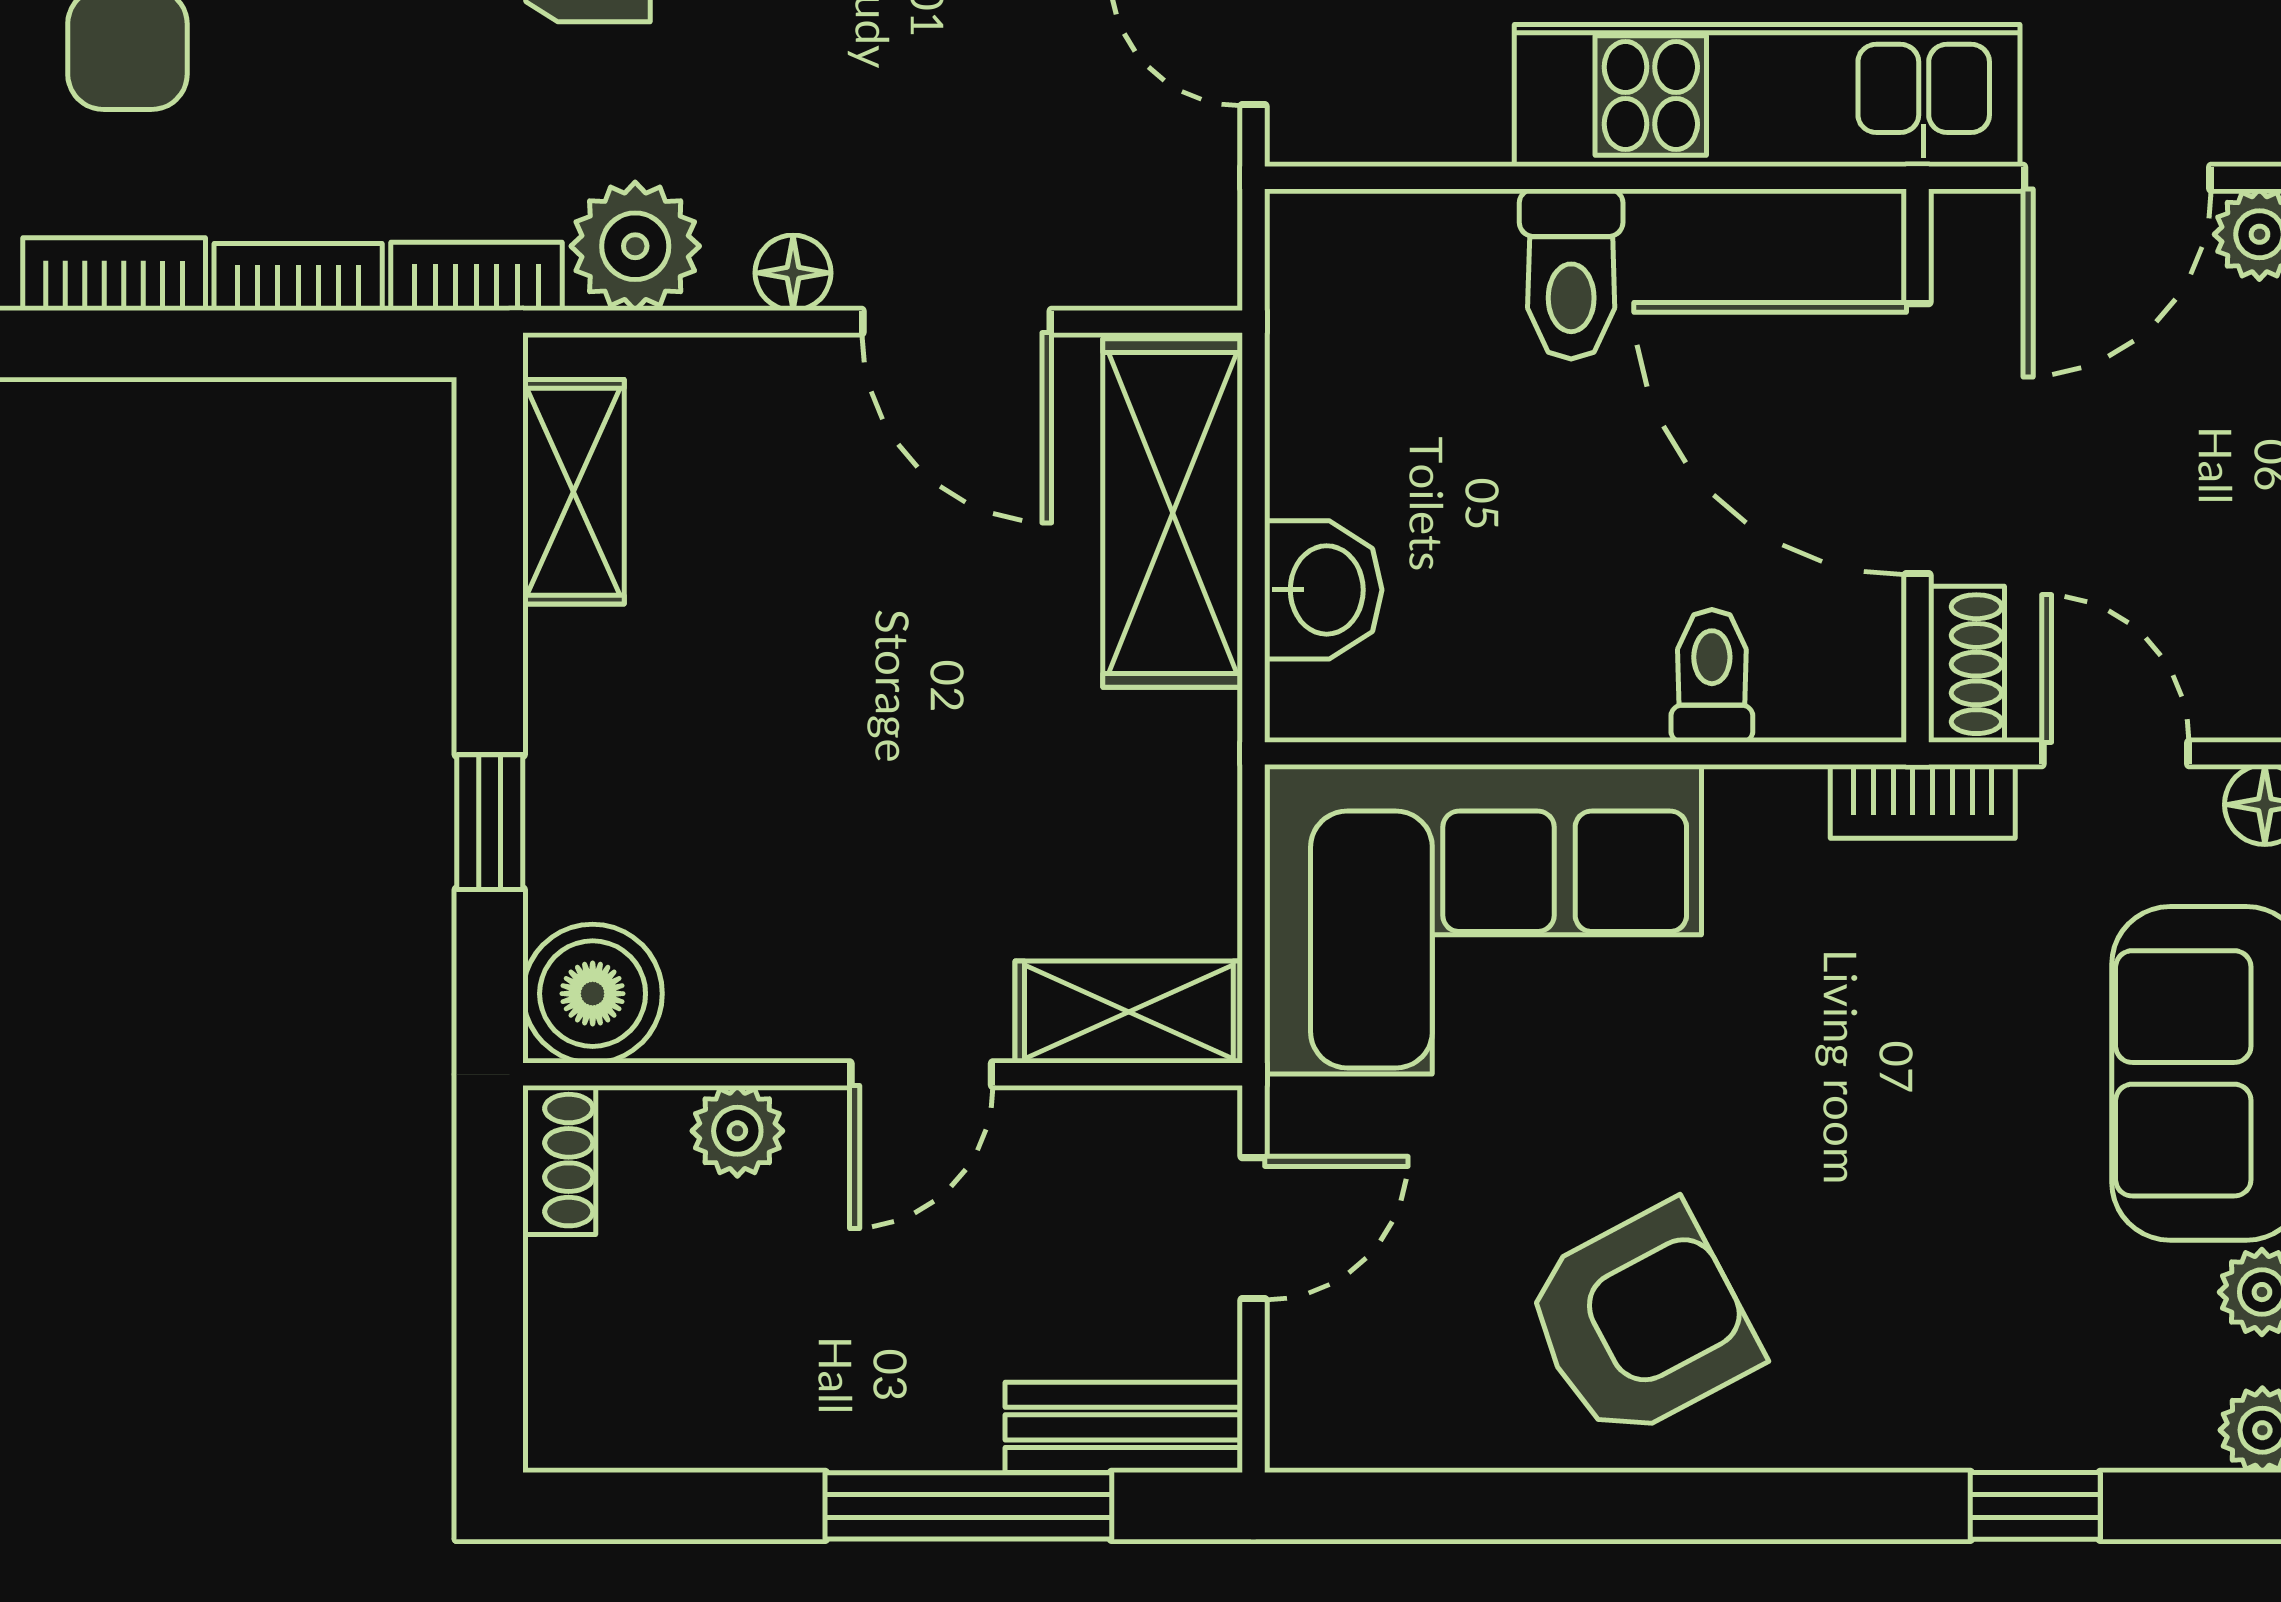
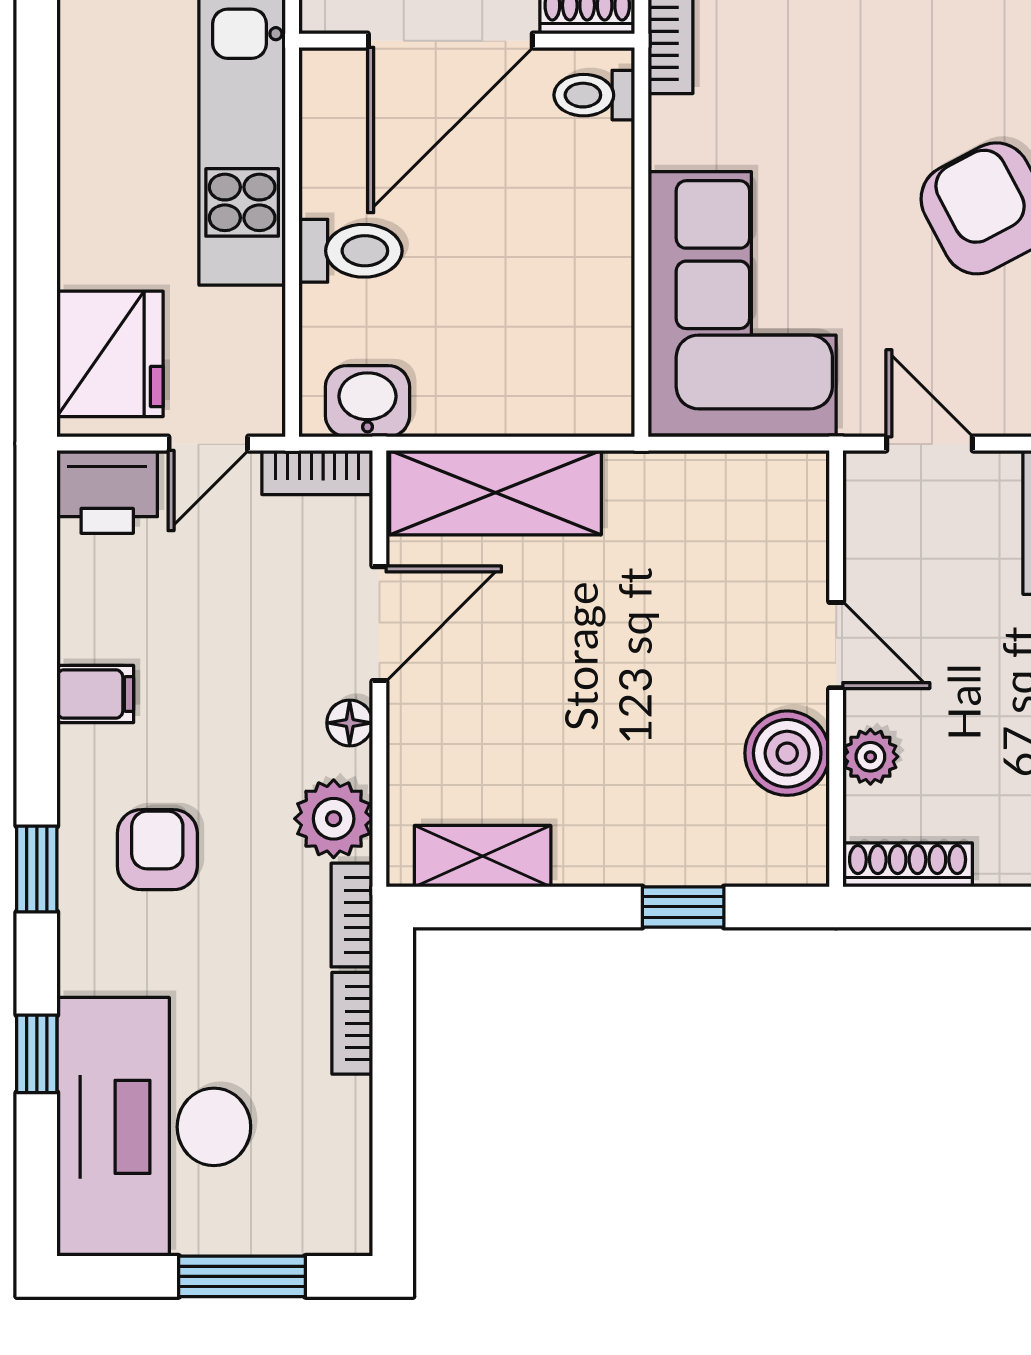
bookcase: (114, 274) -> (317, 472), moved, turned -90
washbasin: (1323, 590) -> (367, 401), moved
toilet: (1712, 676) -> (594, 95), moved
boiler: (593, 994) -> (787, 753), moved
shelving: (1129, 1012) -> (798, 519), removed
shoe rack: (559, 1160) -> (908, 865), width x1.43

